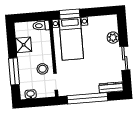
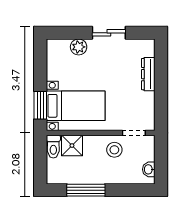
shower: (24, 45) -> (72, 146), moved
window: (14, 71) -> (86, 190), moved
dresser: (111, 87) -> (148, 74), moved
window: (87, 98) -> (161, 90), removed

